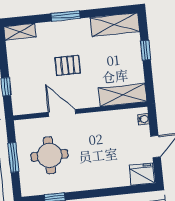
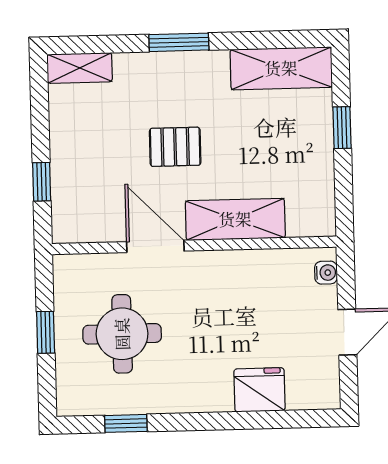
shelving: (123, 95) -> (235, 219), moved
window: (13, 157) -> (46, 332), width x0.67
fridge: (142, 174) -> (259, 390), moved

